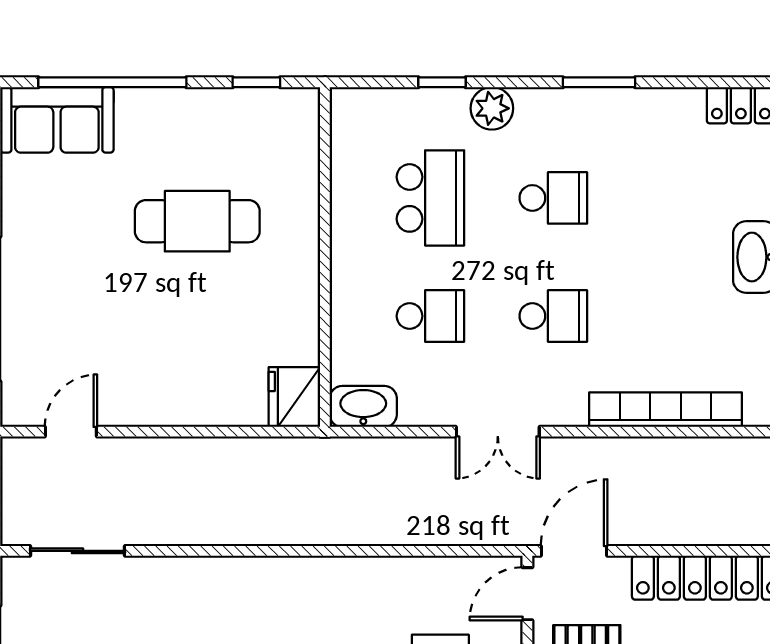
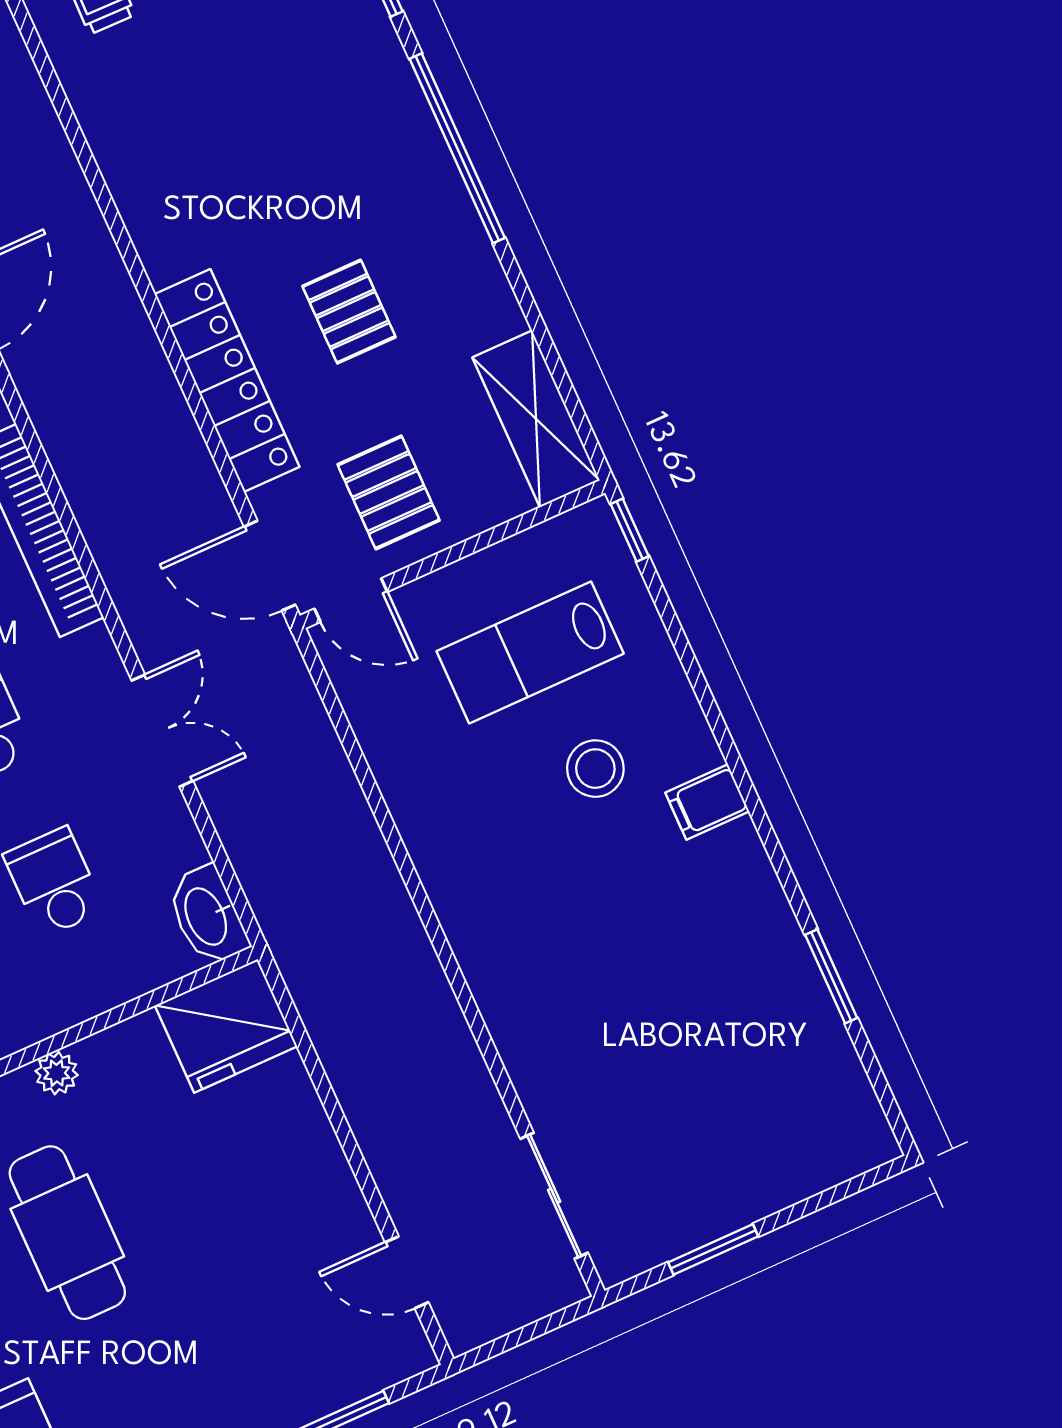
plant: (305, 261) -> (57, 1073), added
fridge: (294, 397) -> (226, 1026), width x1.36, depth x1.34

